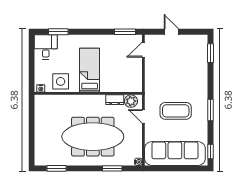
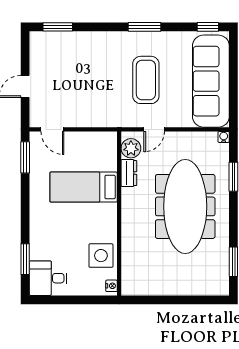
bed: (90, 70) -> (84, 187), moved

